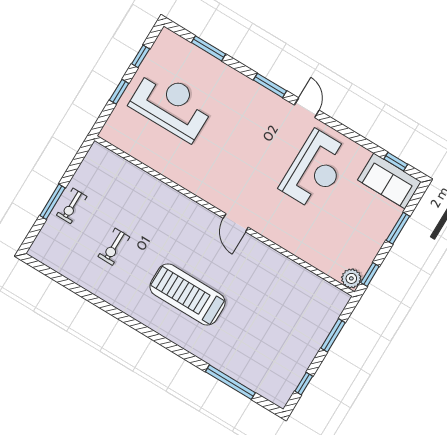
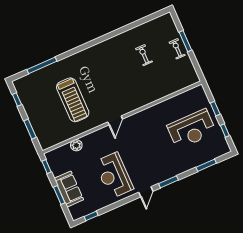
door: (307, 108) -> (146, 192), hinge flipped
sofa: (389, 181) -> (69, 189), moved, turned 90
door: (236, 223) -> (115, 120), swing flipped
plant: (351, 278) -> (76, 145), moved
treadmill: (187, 295) -> (73, 100), moved, turned 90

